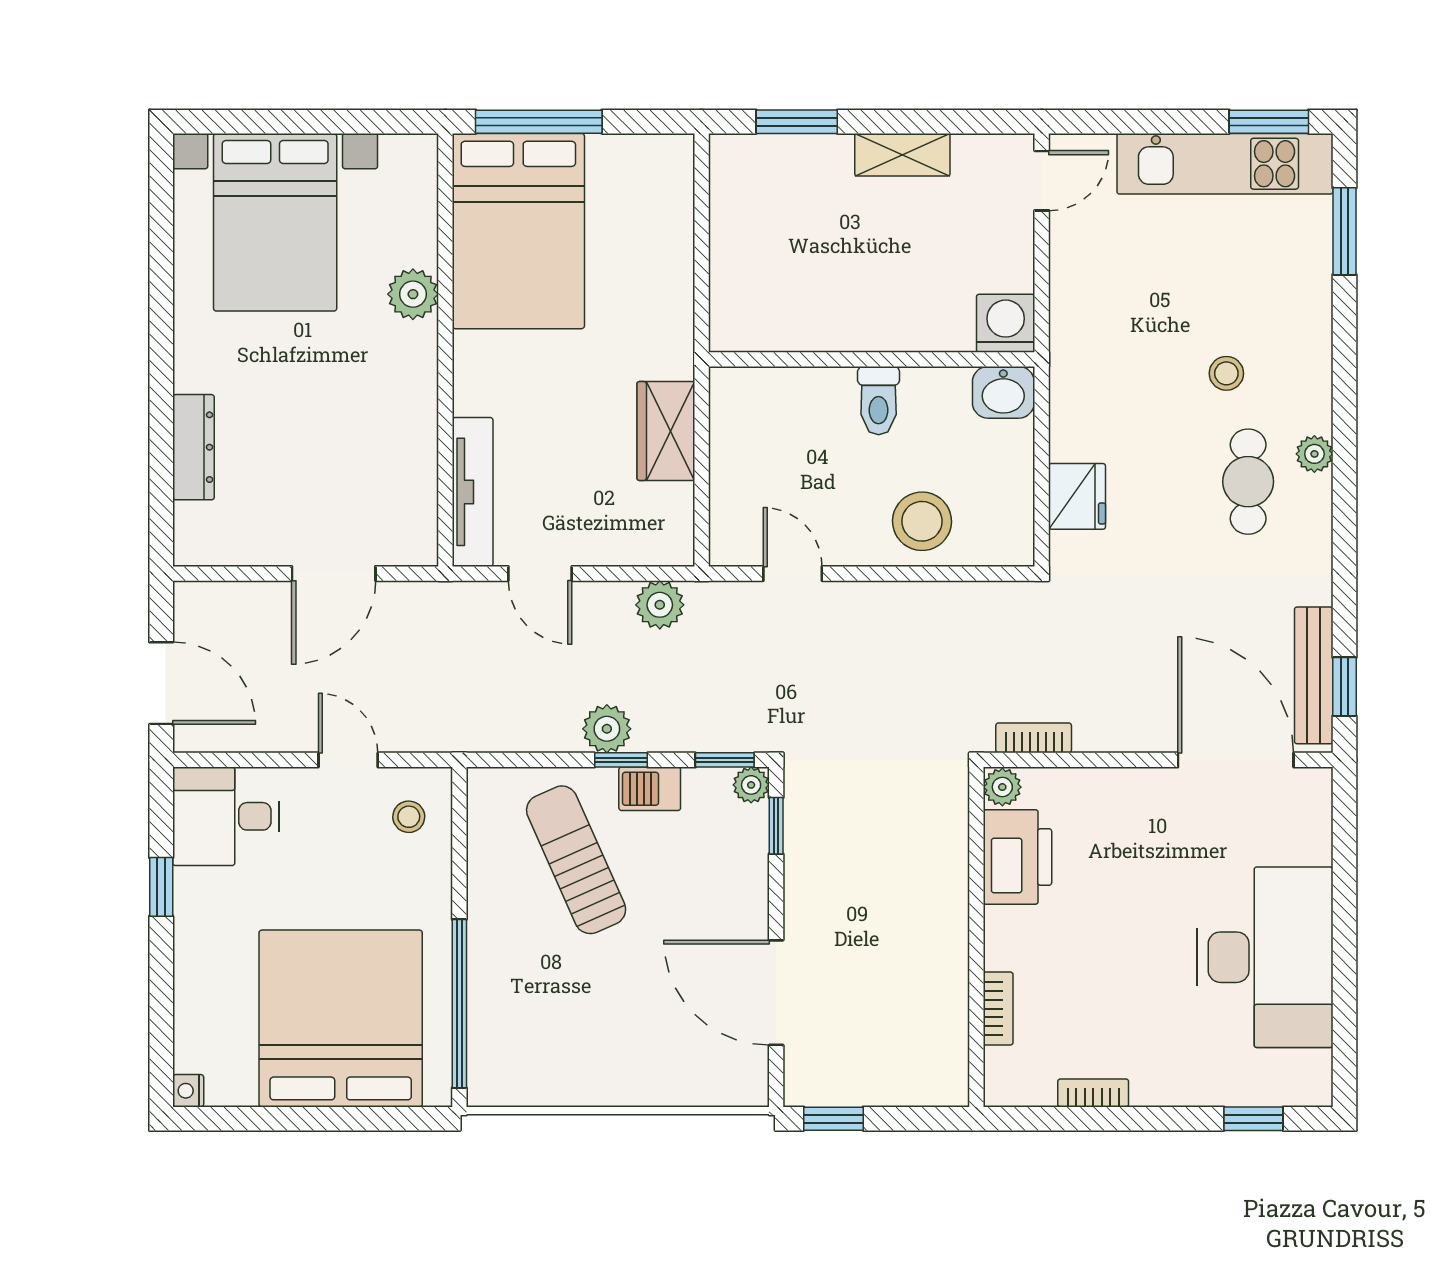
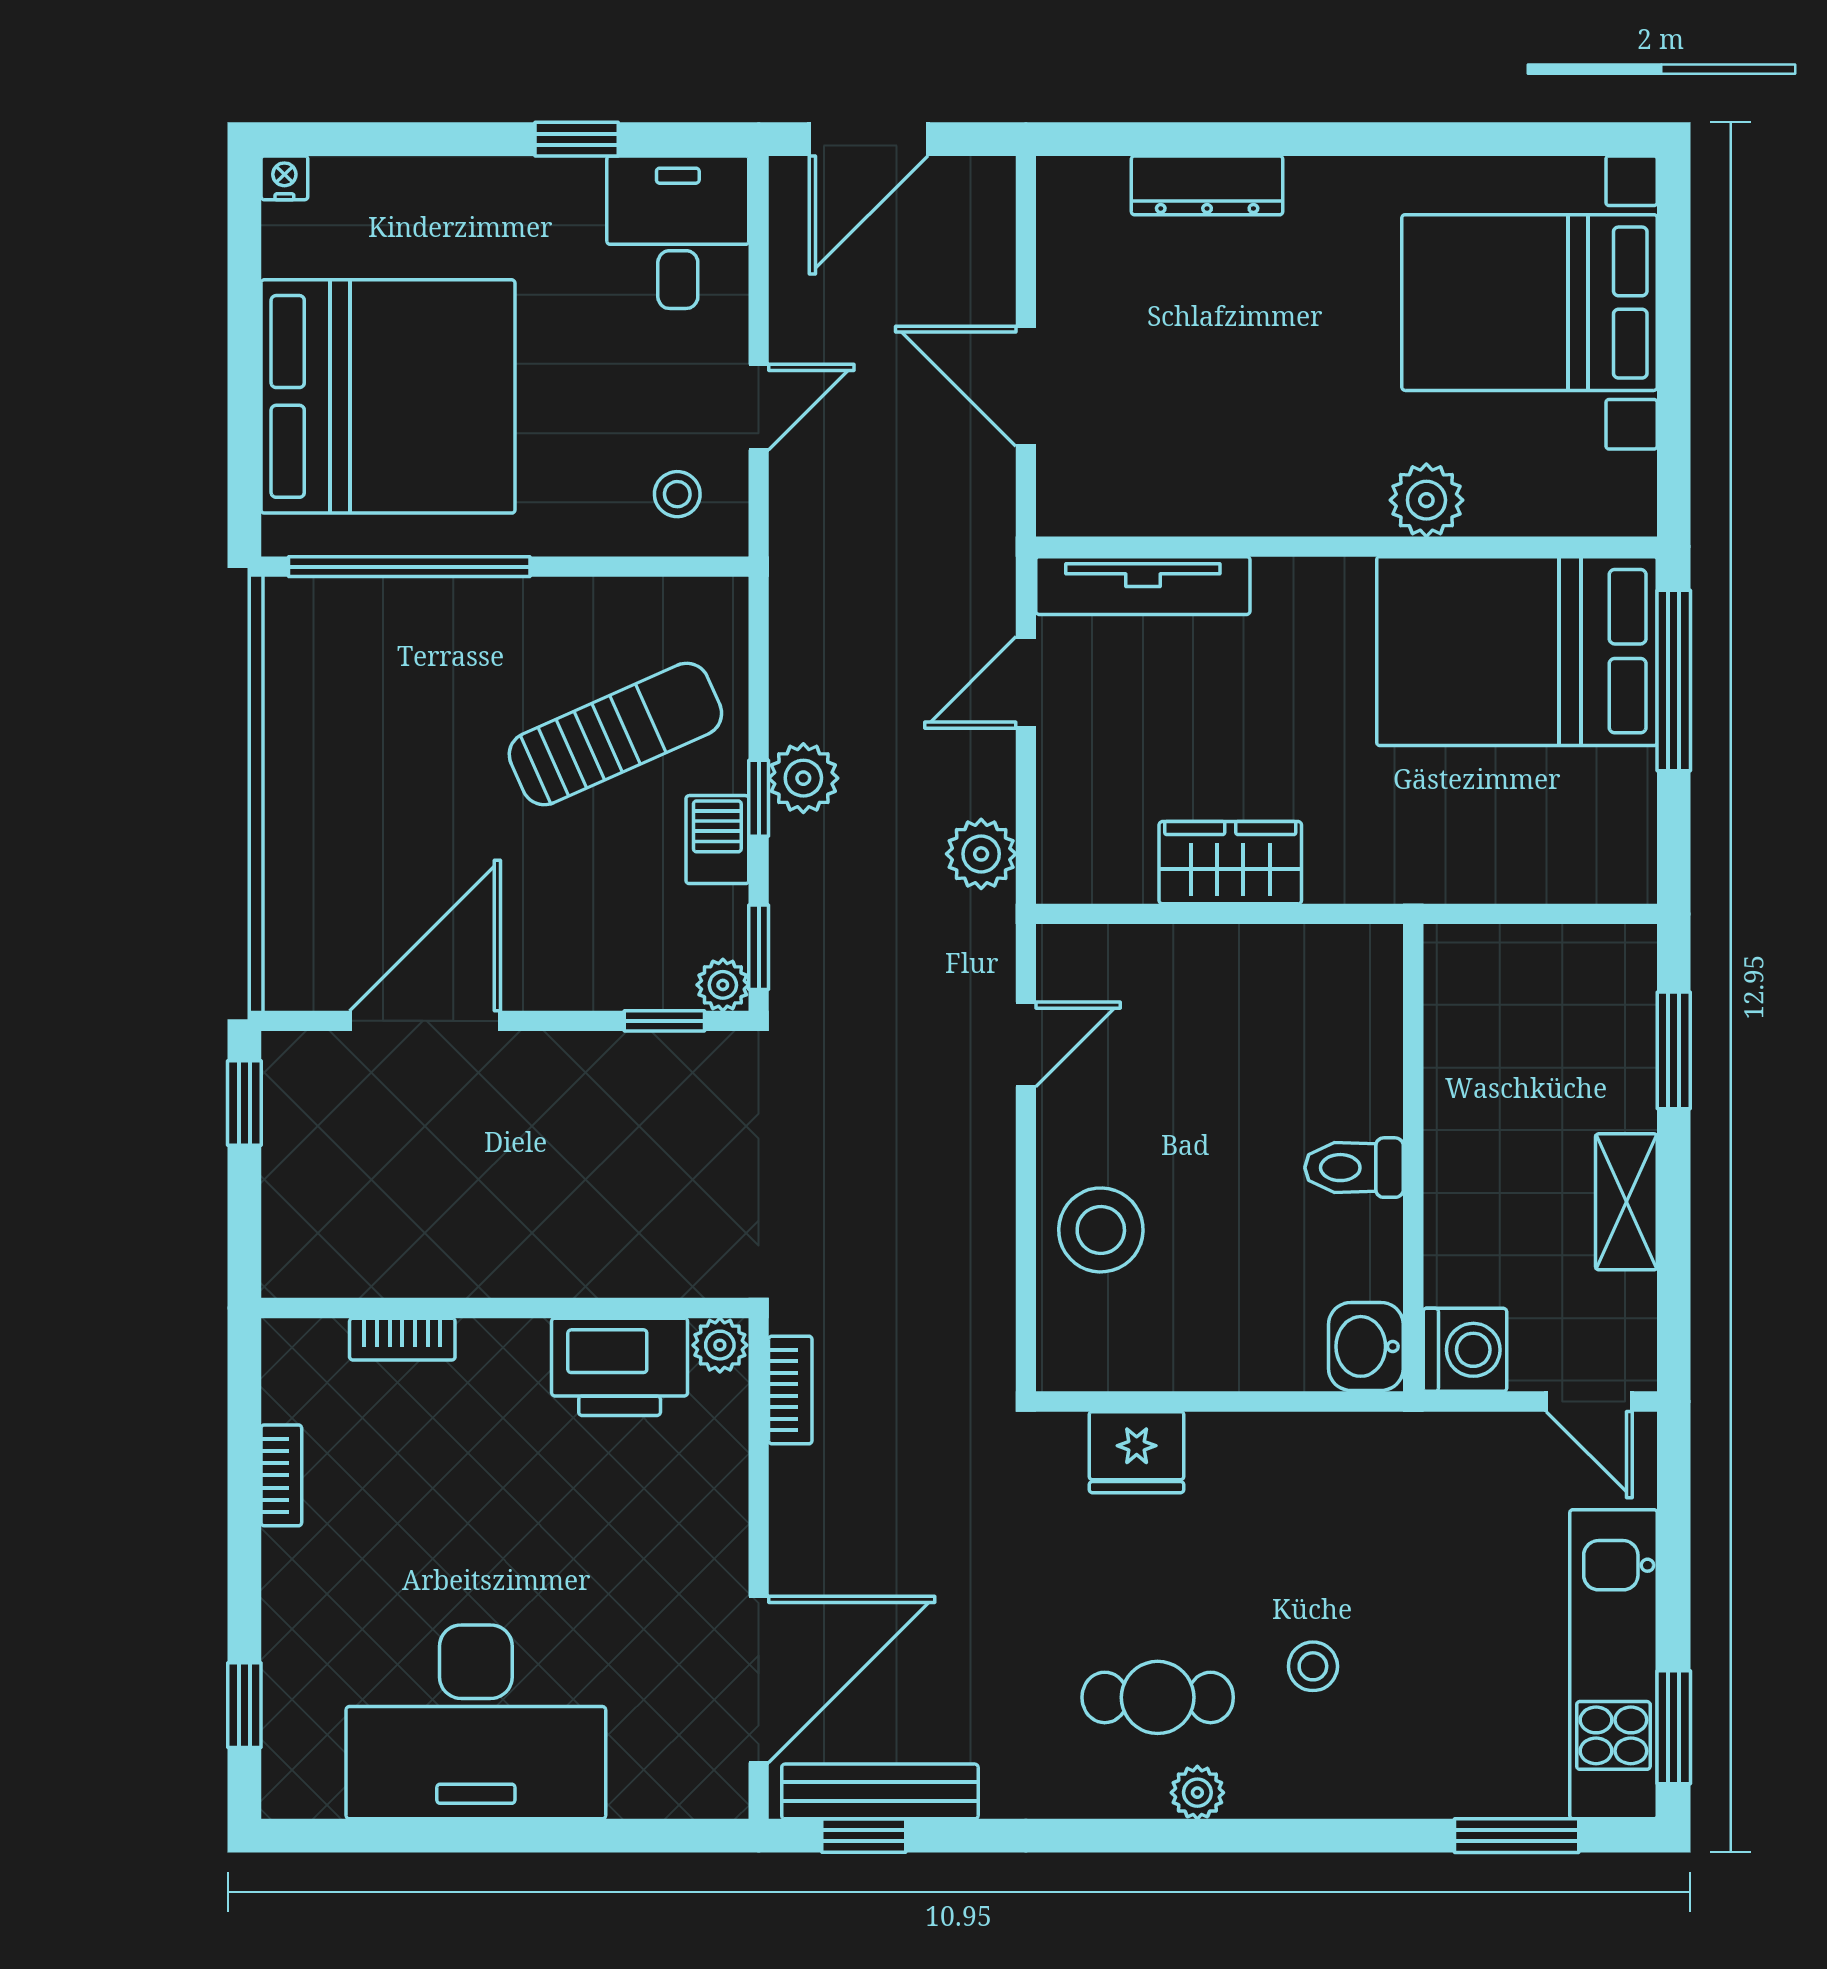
washing machine: (1006, 323) -> (1465, 1350), moved
wall: (872, 359) -> (1413, 1158), moved
washbasin: (1003, 392) -> (1366, 1346), moved
toilet: (879, 401) -> (1354, 1168), moved

